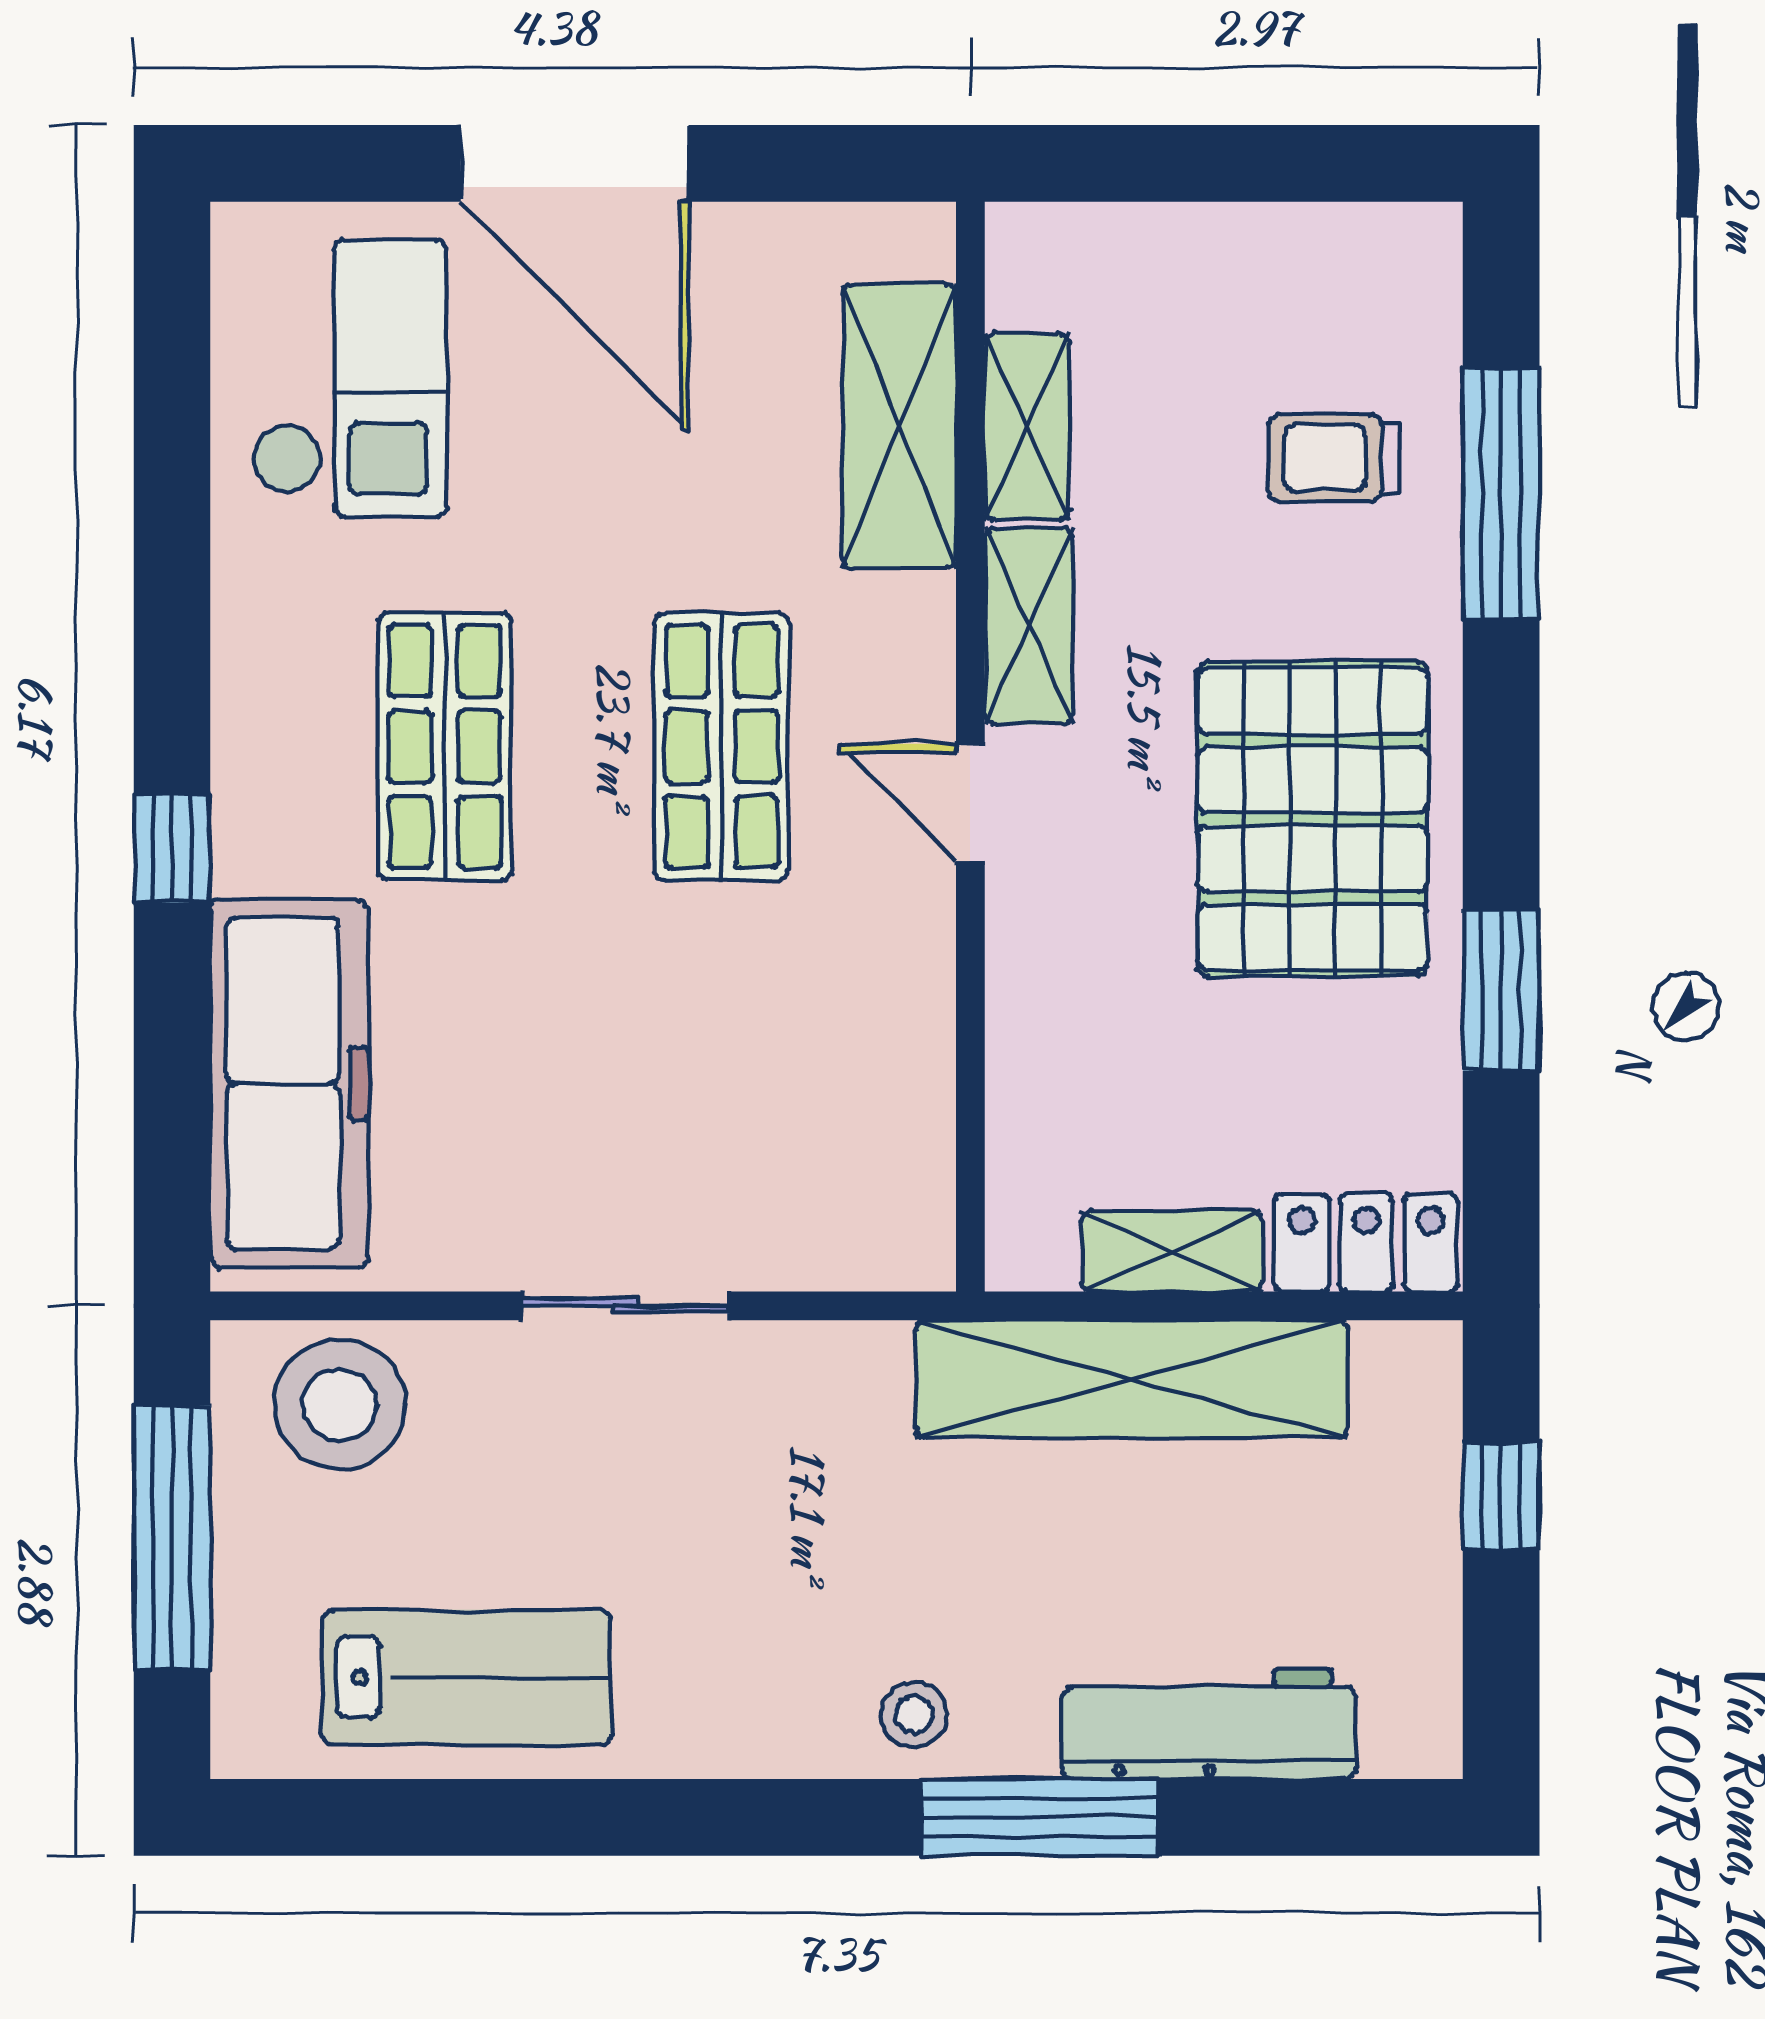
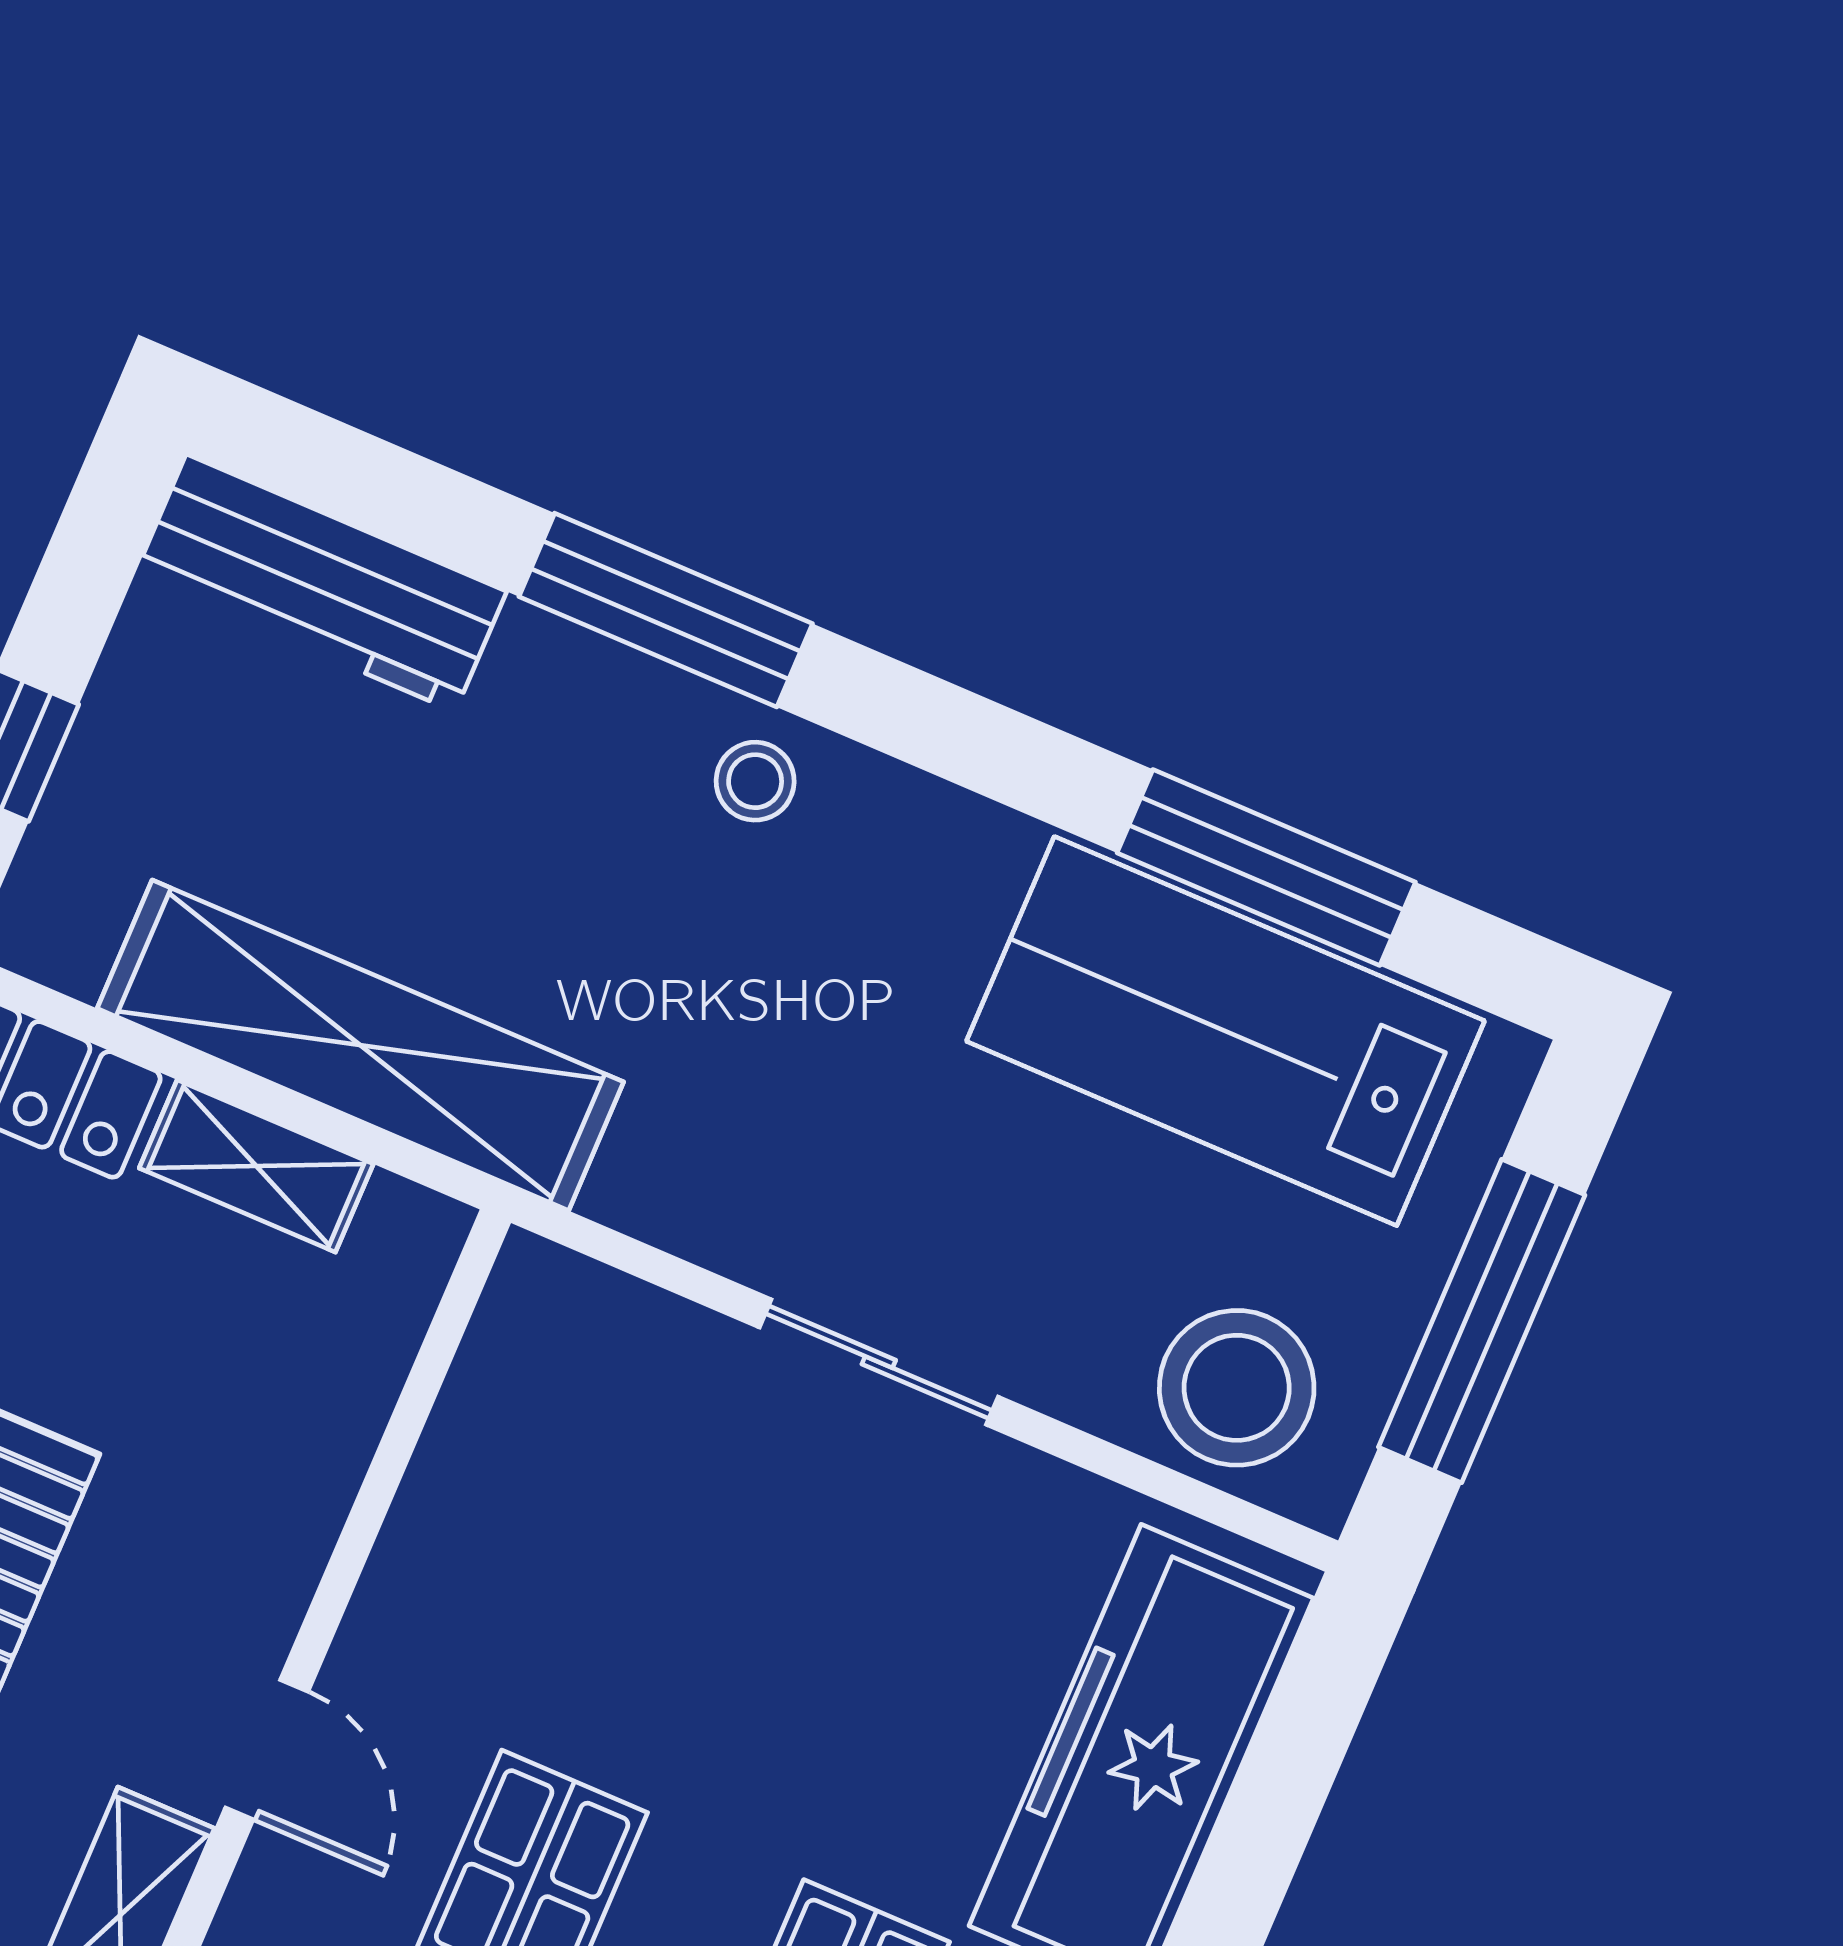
lab bench: (467, 1677) -> (1226, 1031), width x1.36, depth x1.39
workbench: (1209, 1724) -> (321, 583), moved
window: (489, 1817) -> (1266, 867), added

